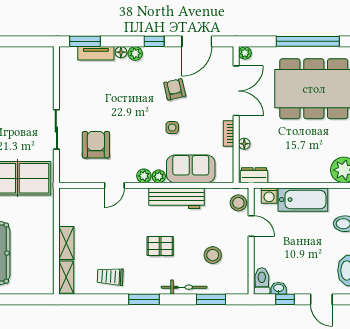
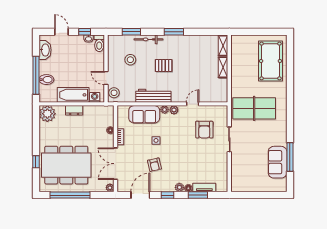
window: (85, 41) -> (198, 195), moved
dresser: (254, 175) -> (74, 110), moved
trolley: (110, 277) -> (195, 46), removed

